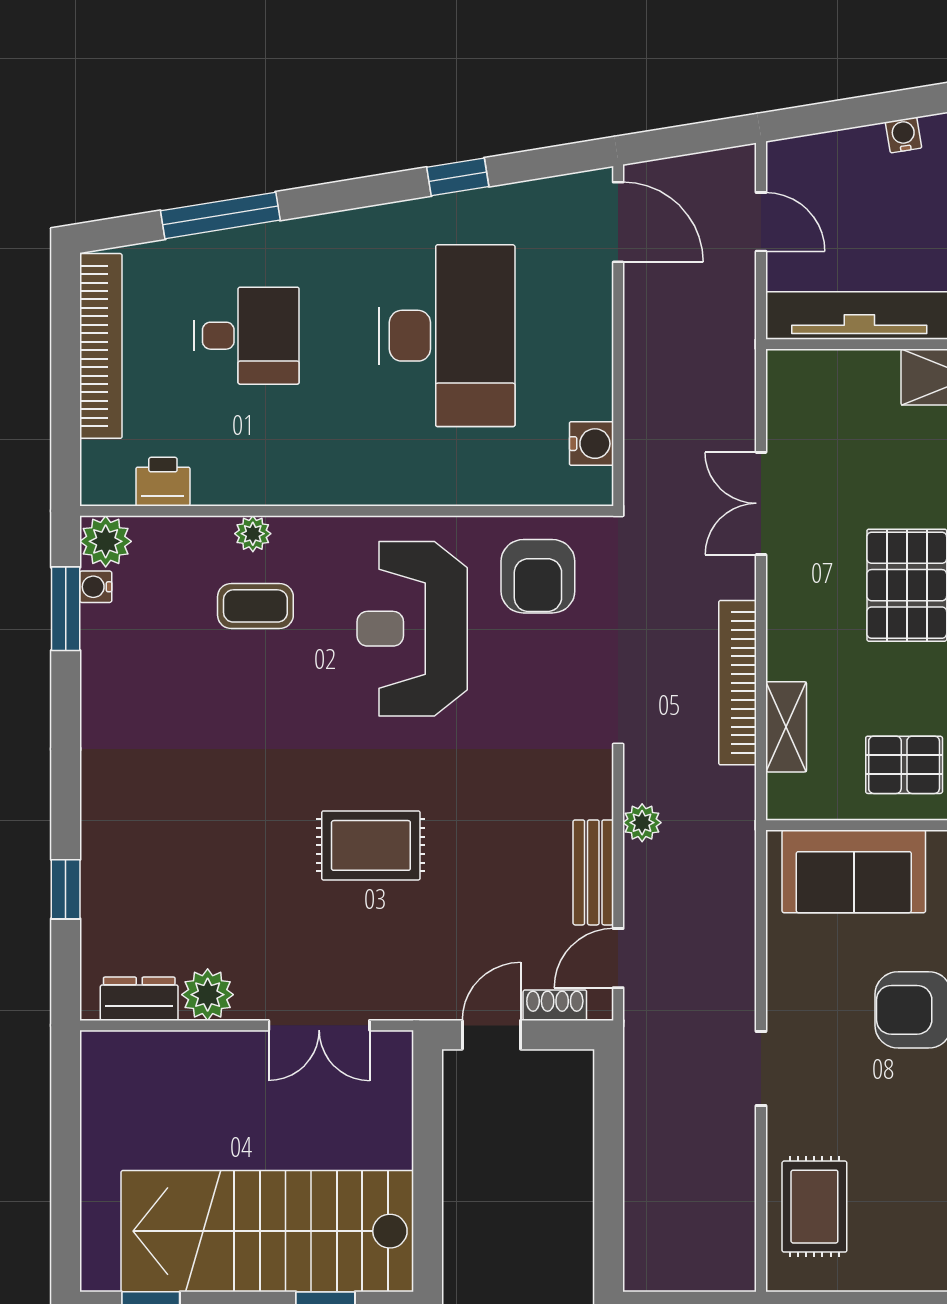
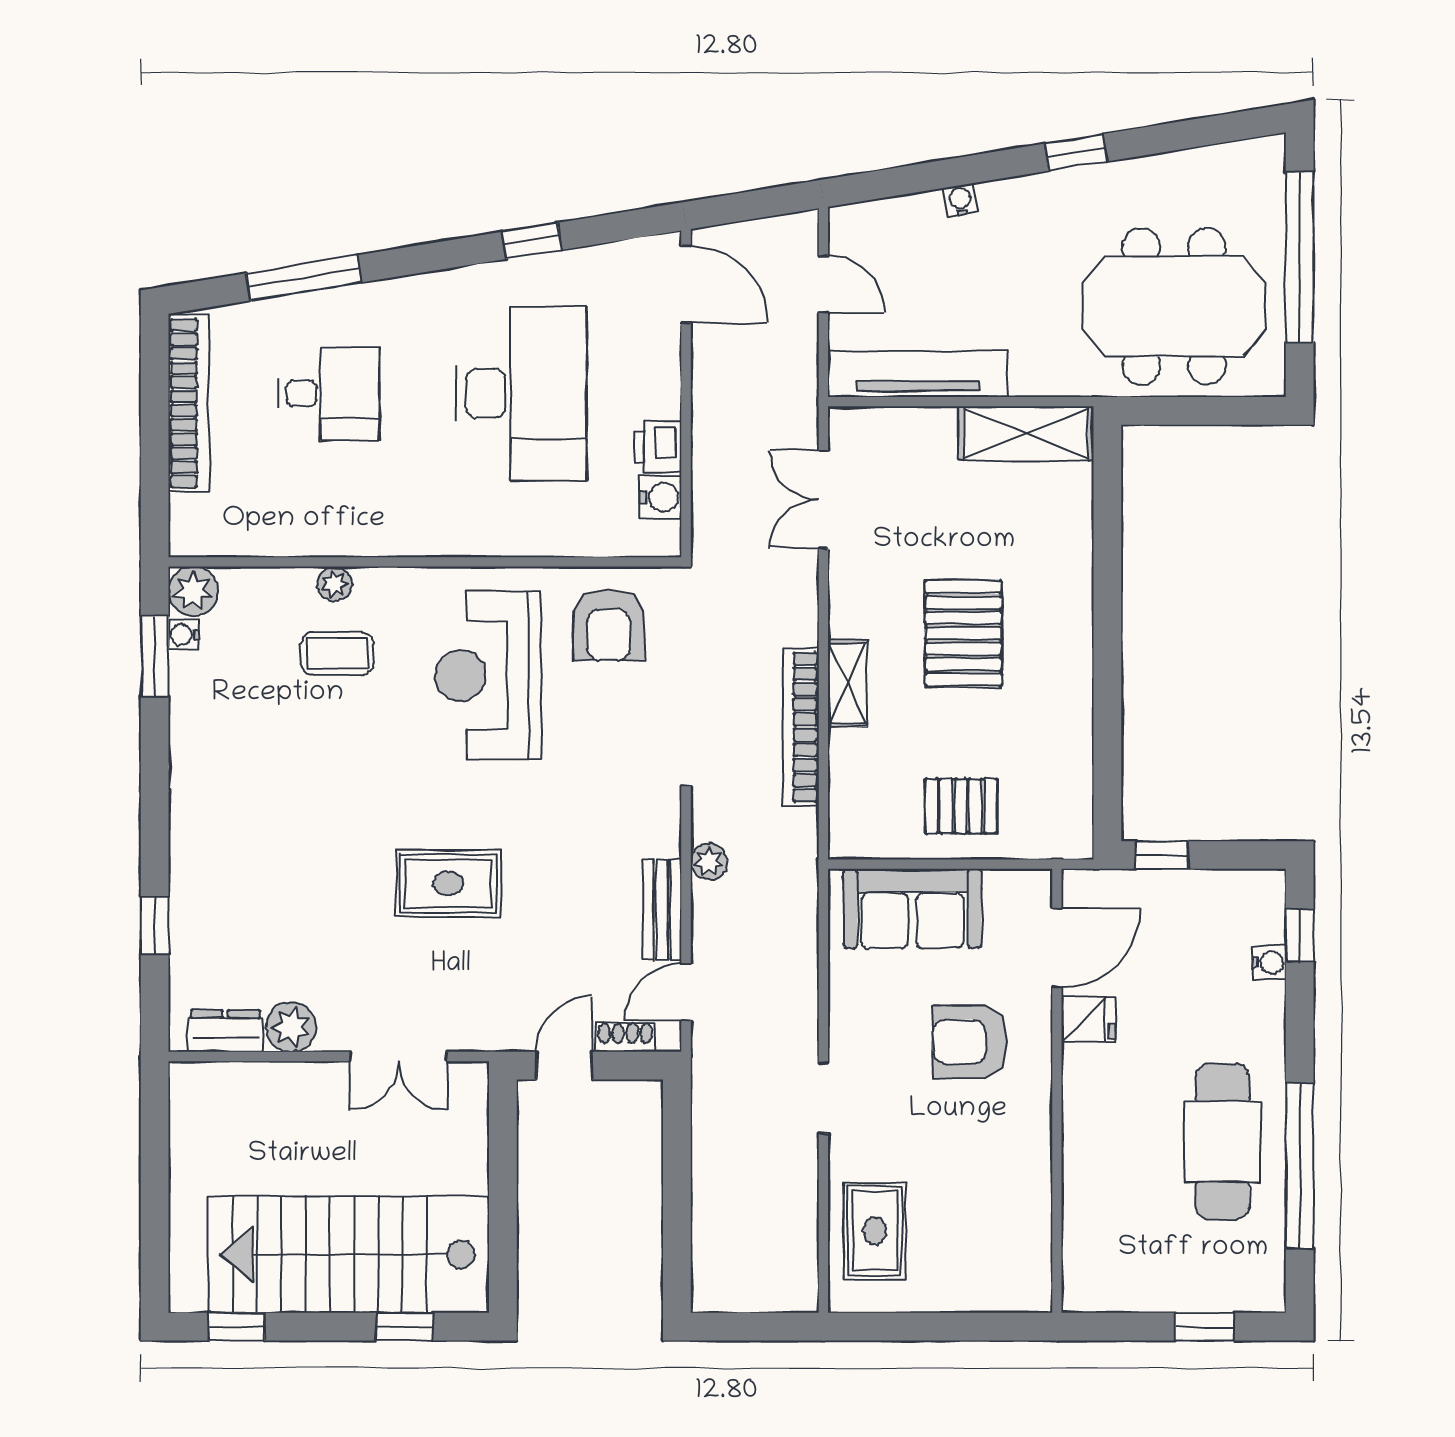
printer: (163, 482) -> (658, 447), moved, turned -90
double door: (761, 503) -> (823, 499), moved
shelving: (786, 727) -> (847, 683), moved

